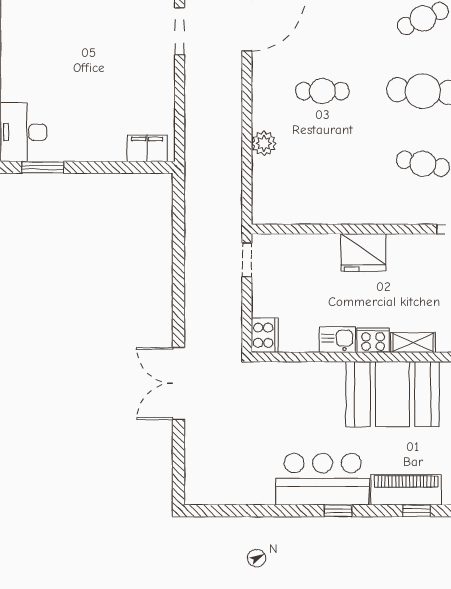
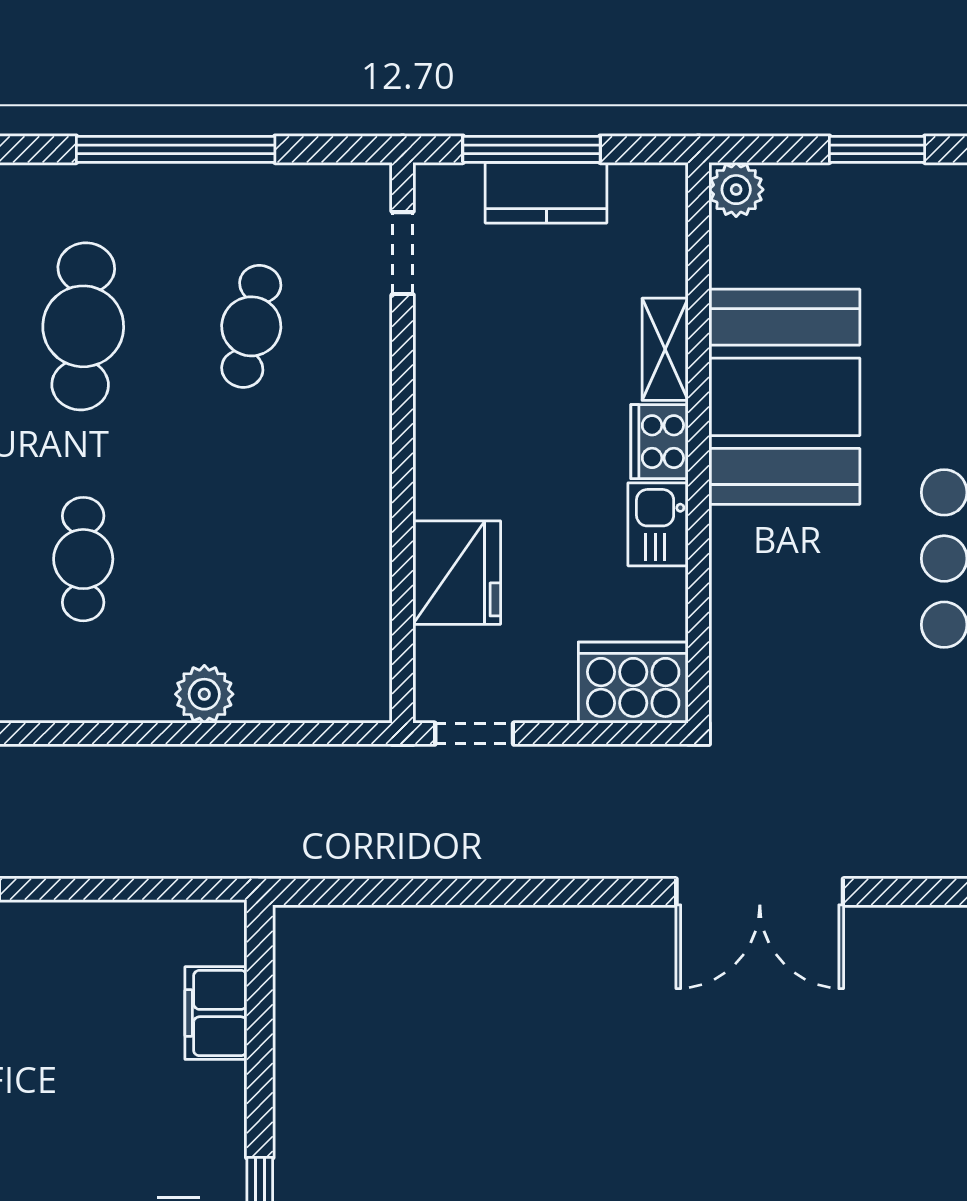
filing cabinet: (147, 148) -> (216, 1013), moved
fridge: (363, 252) -> (457, 573), moved
cooker: (265, 335) -> (633, 683), width x1.37, depth x1.31

